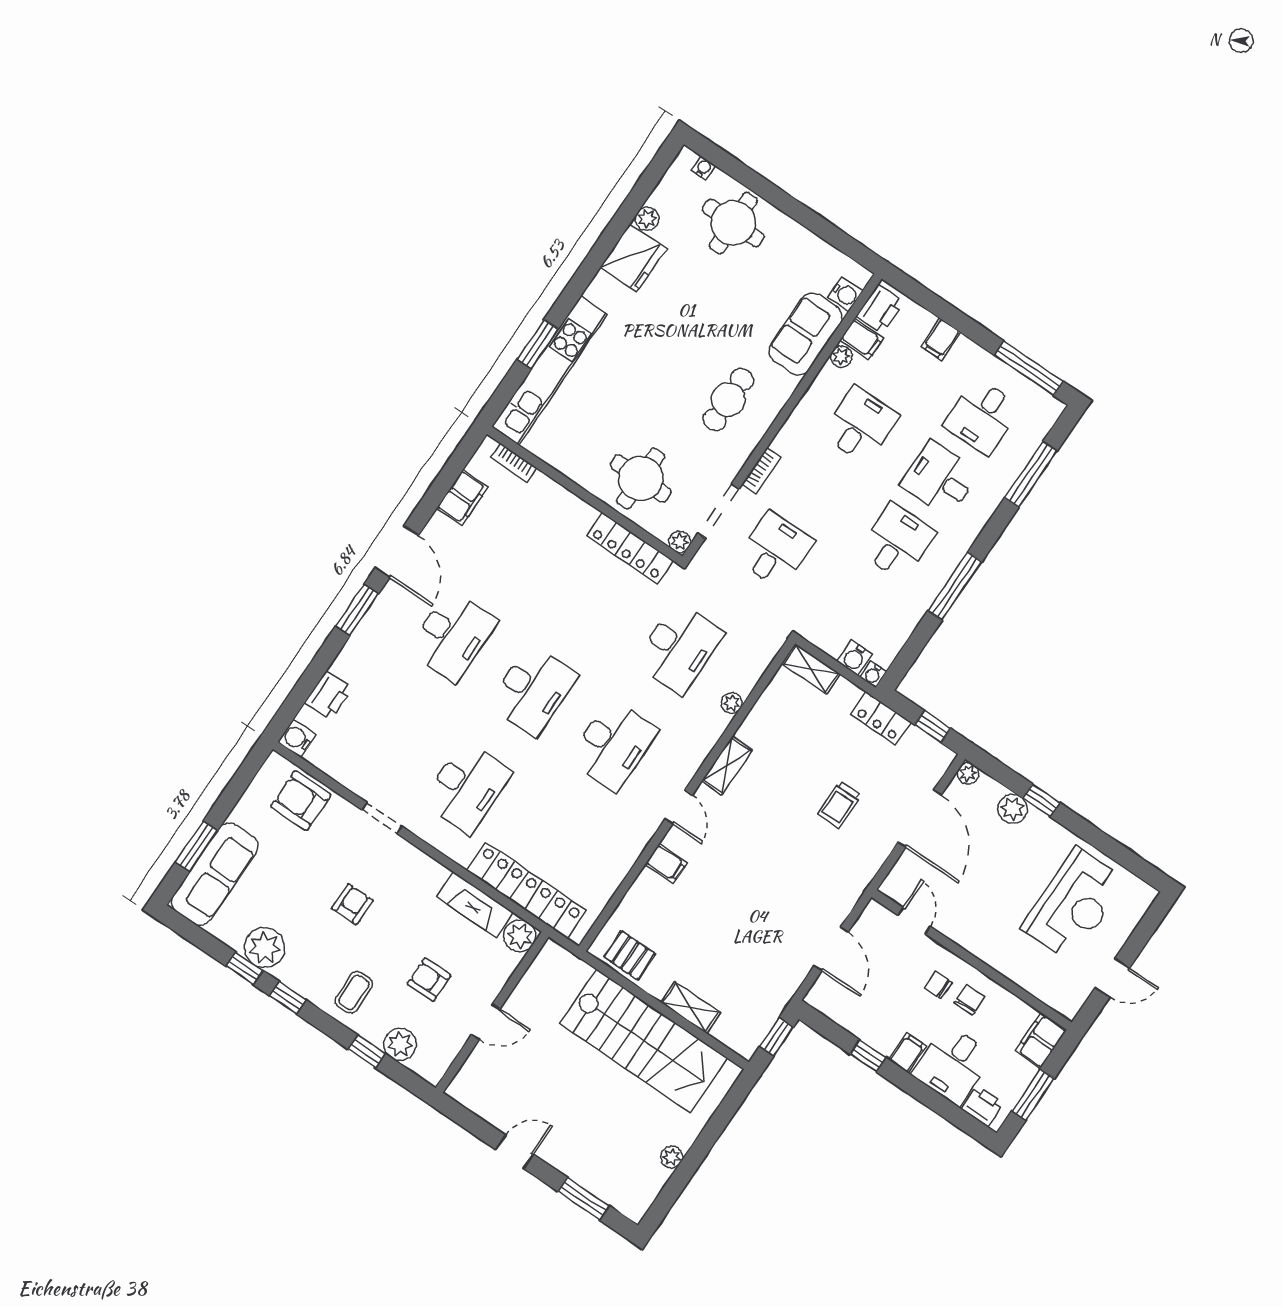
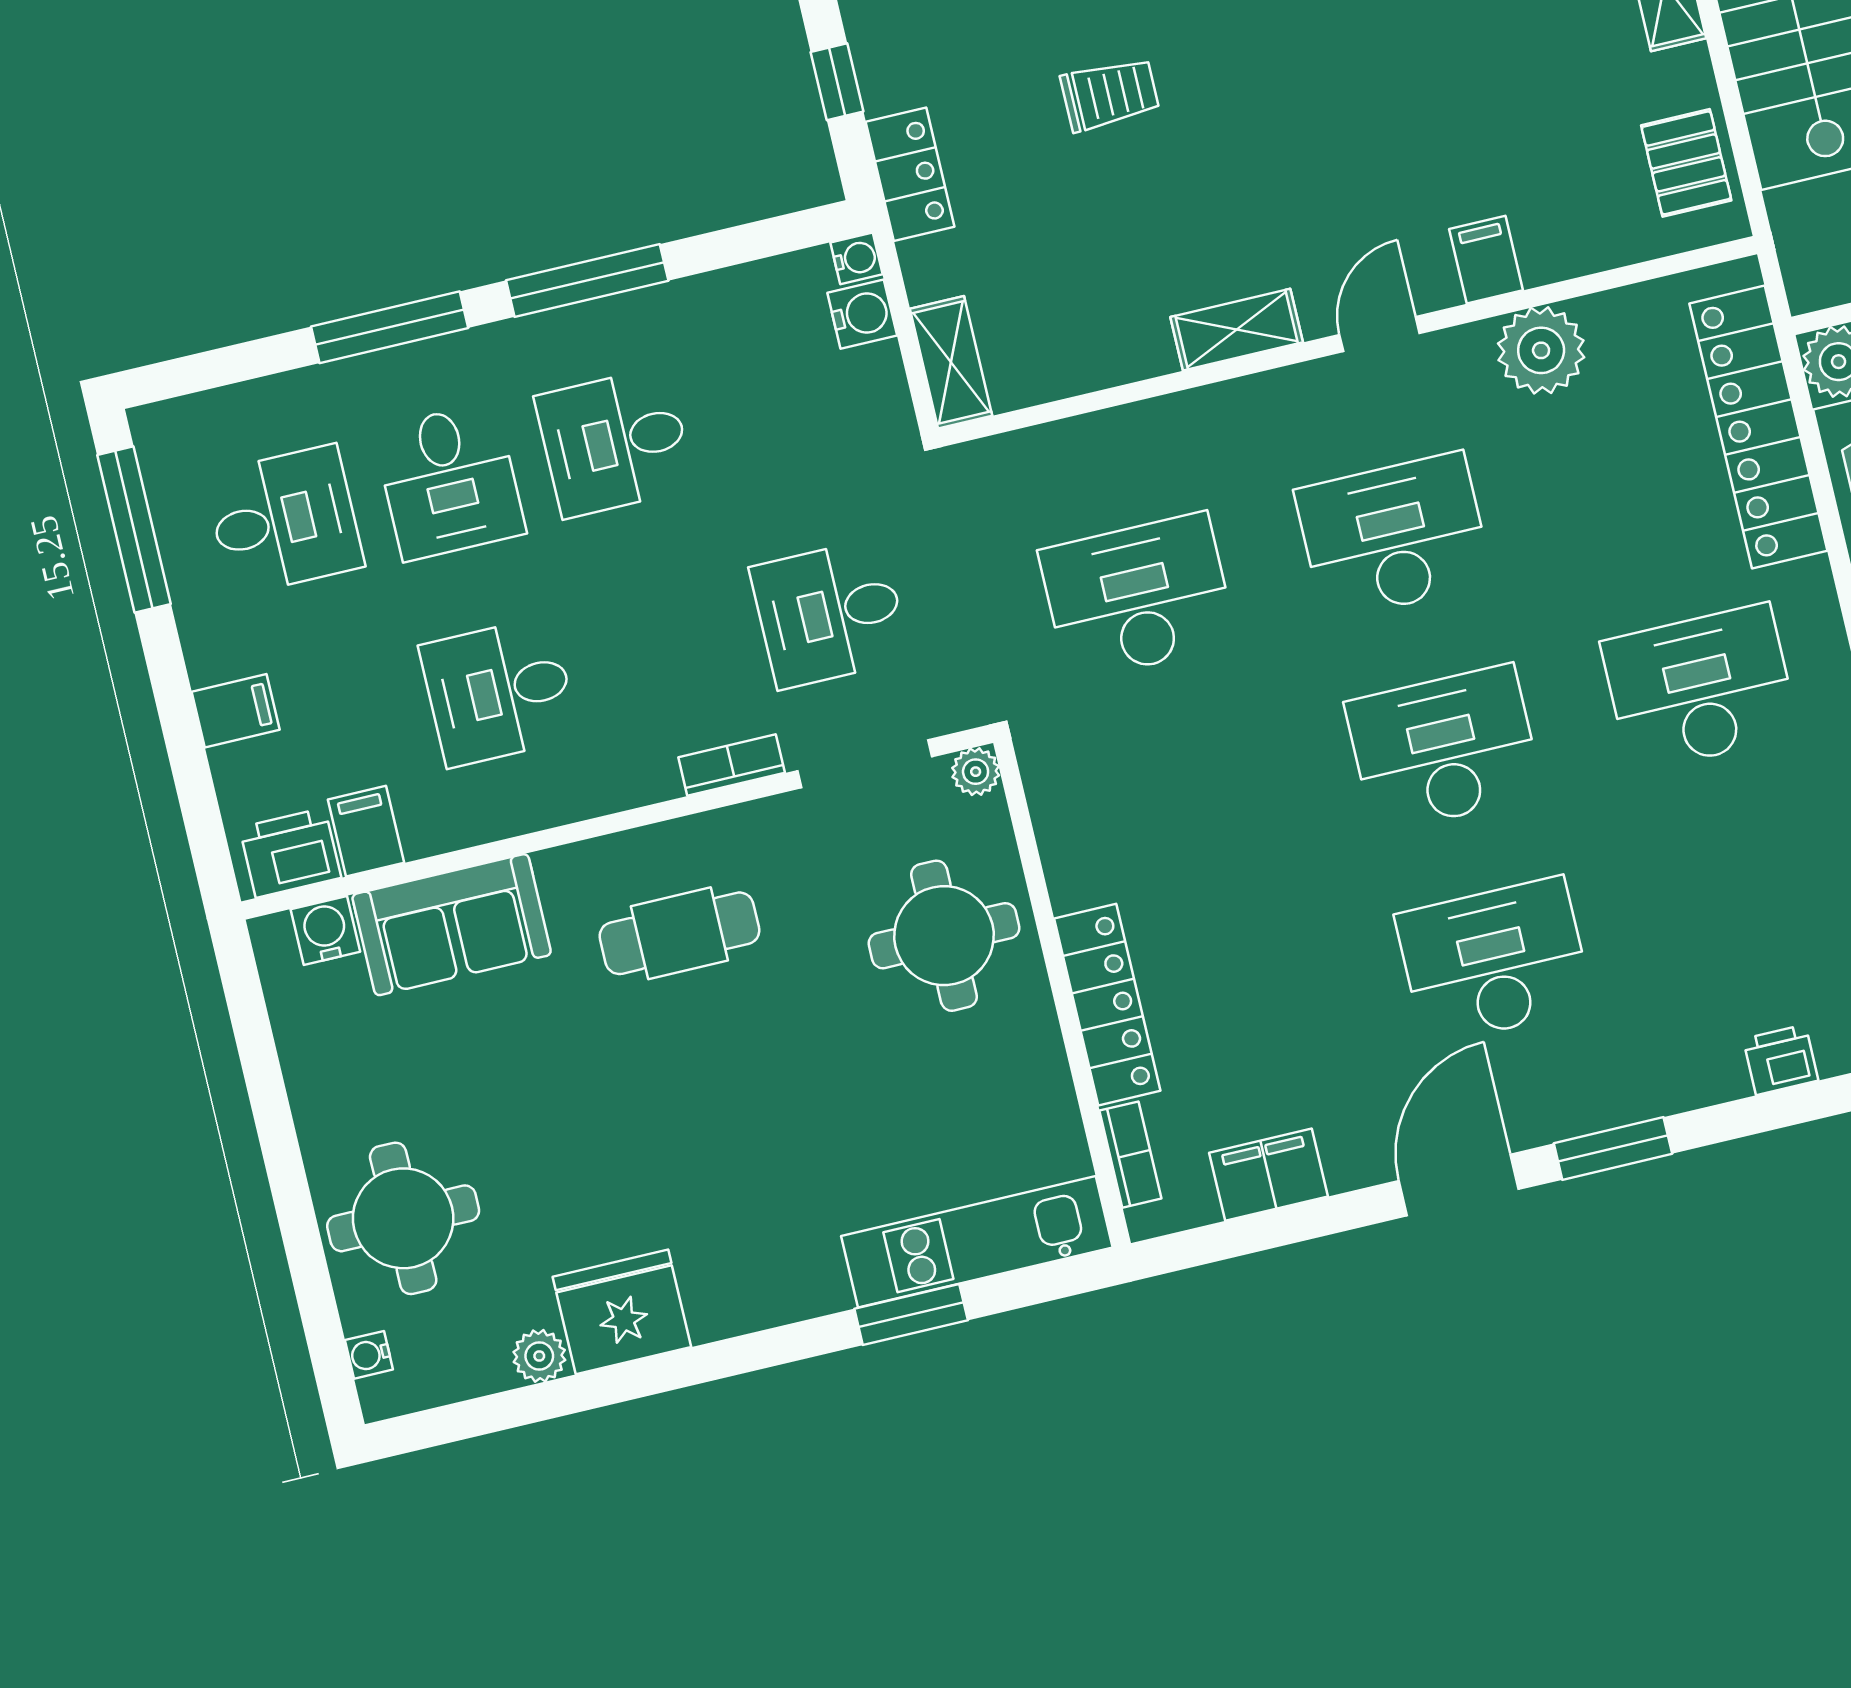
plant: (841, 357) -> (427, 833), removed
kitchen unit: (550, 370) -> (977, 1242), width x0.73
window: (1031, 474) -> (390, 327), moved
locker: (630, 548) -> (1107, 1005), moved
printer: (328, 695) -> (1781, 1060), width x0.73, depth x0.81
plant: (732, 703) -> (1541, 350), moved, width x1.87, depth x1.87

